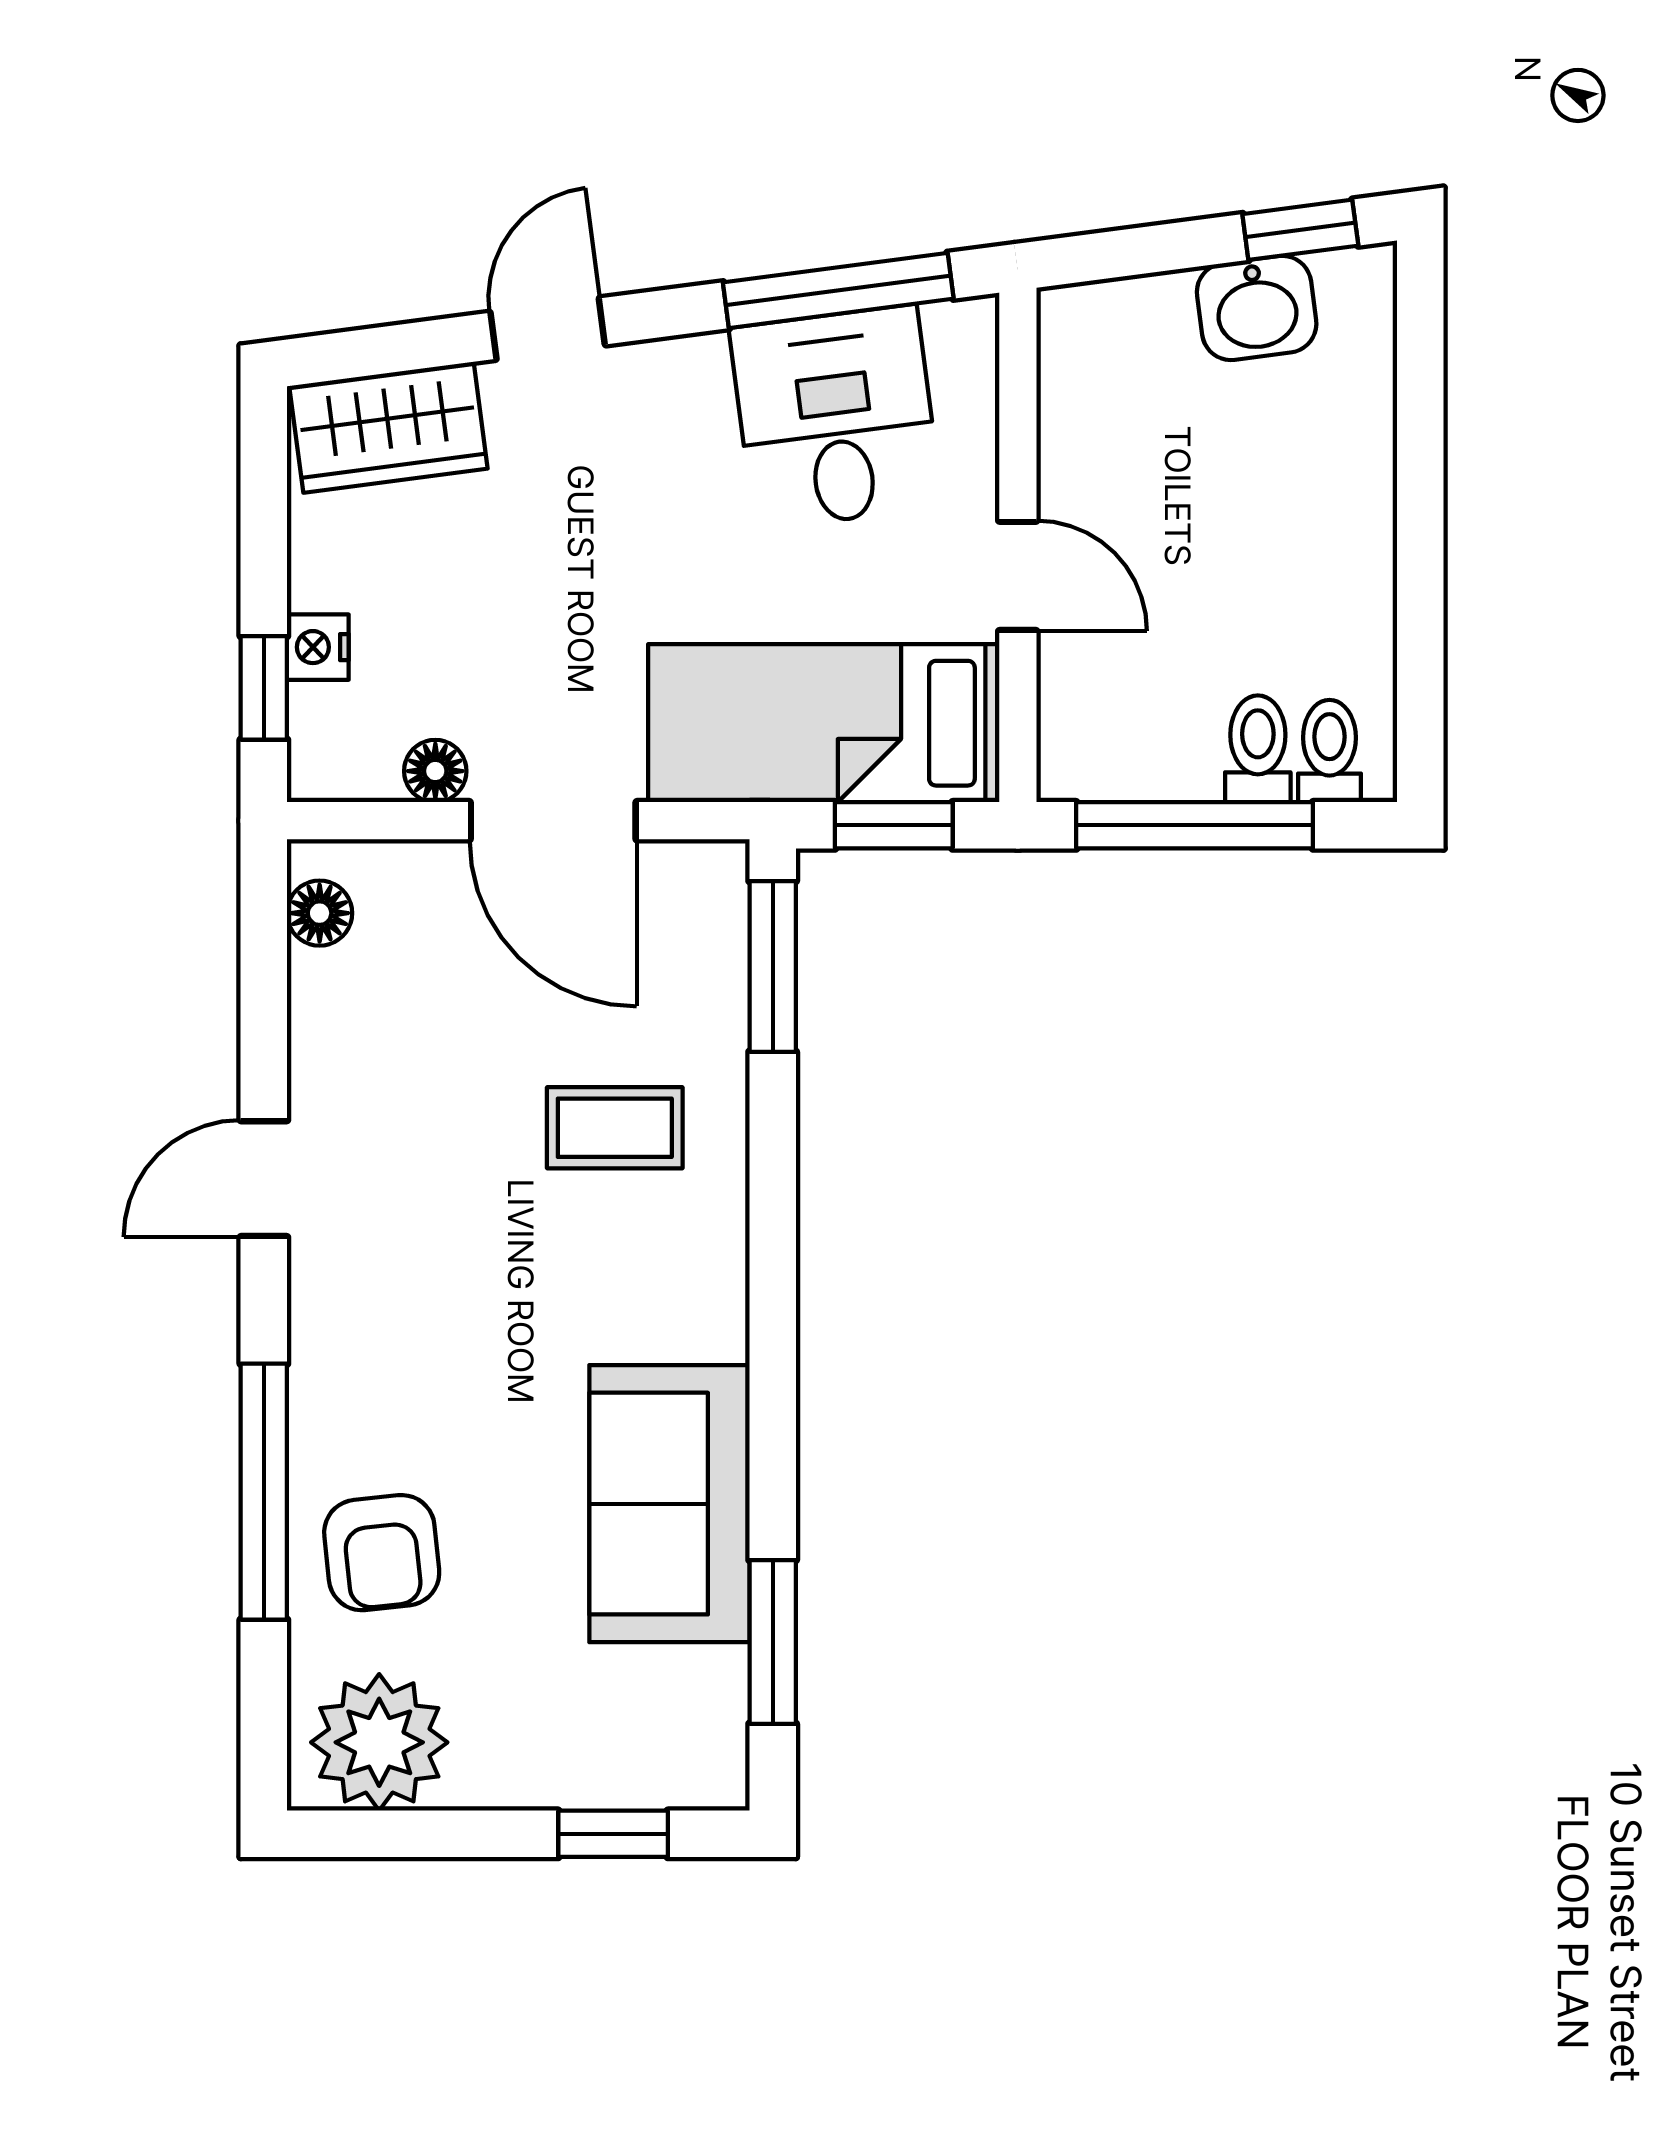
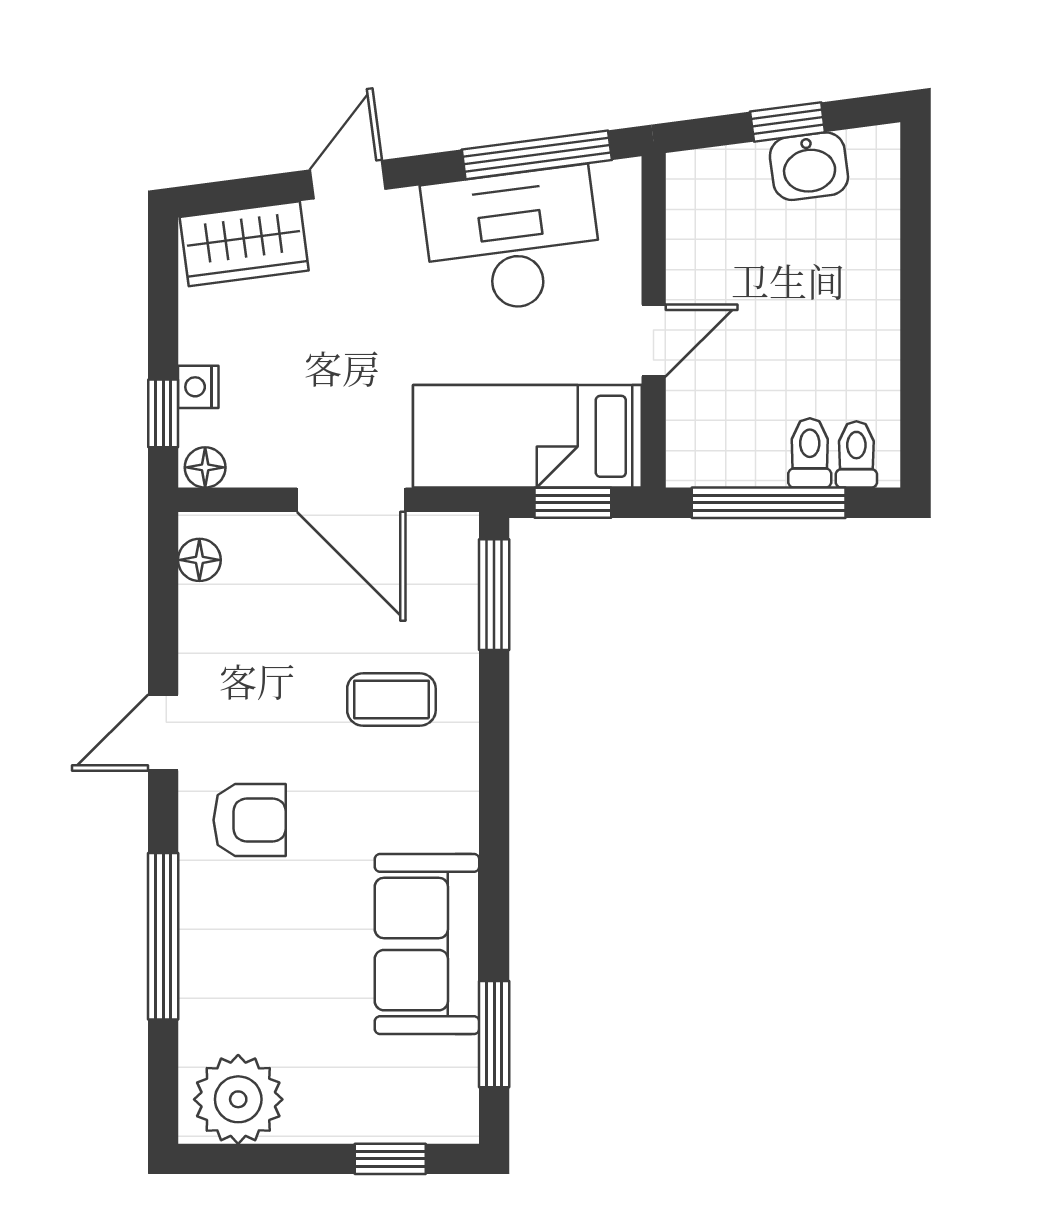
window: (1300, 230) -> (788, 122), moved
desk: (836, 417) -> (512, 240), width x1.37
door: (1018, 576) -> (654, 340), hinge flipped
floor lamp: (435, 771) -> (205, 467), moved
armchair: (382, 1553) -> (250, 820), moved, turned -84

